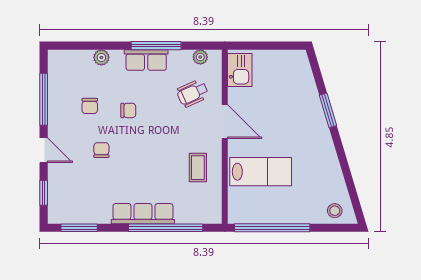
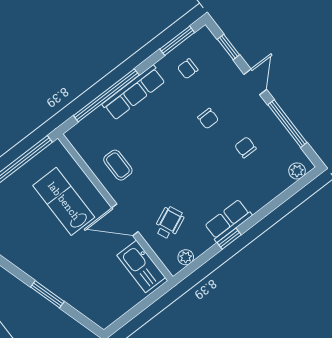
window: (156, 46) -> (229, 239), width x0.46
plant: (101, 57) -> (297, 171), moved
kitchen sink: (240, 70) -> (141, 266), width x1.38
chair: (128, 110) -> (188, 69), moved
door: (44, 150) -> (255, 82), swing flipped
lab bench: (261, 172) -> (64, 201), turned 90

